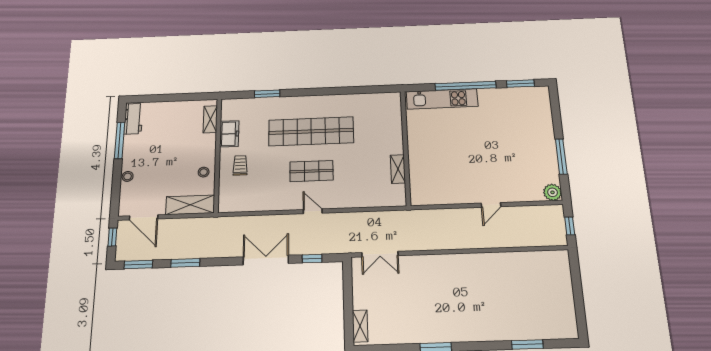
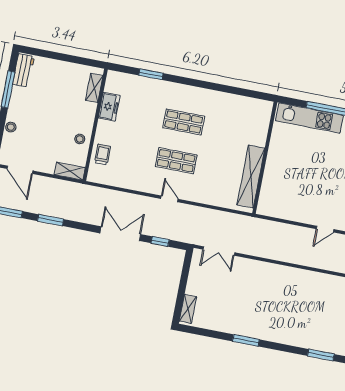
shop shelf: (311, 131) -> (184, 122), width x0.50, depth x0.74
trolley: (240, 165) -> (103, 154), moved
shelving: (398, 169) -> (251, 177), width x2.20, depth x1.33
shelving: (190, 205) -> (70, 171), width x0.67, depth x0.75

